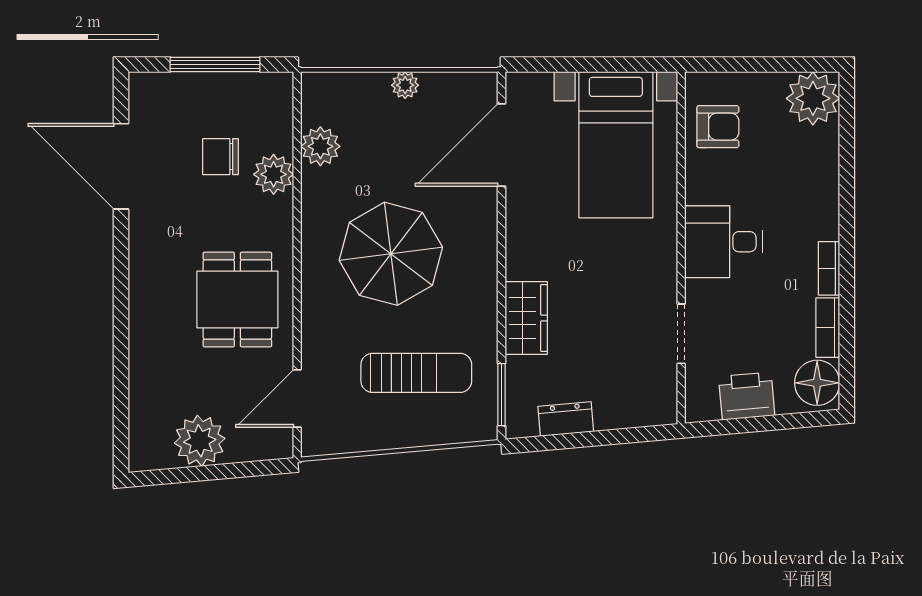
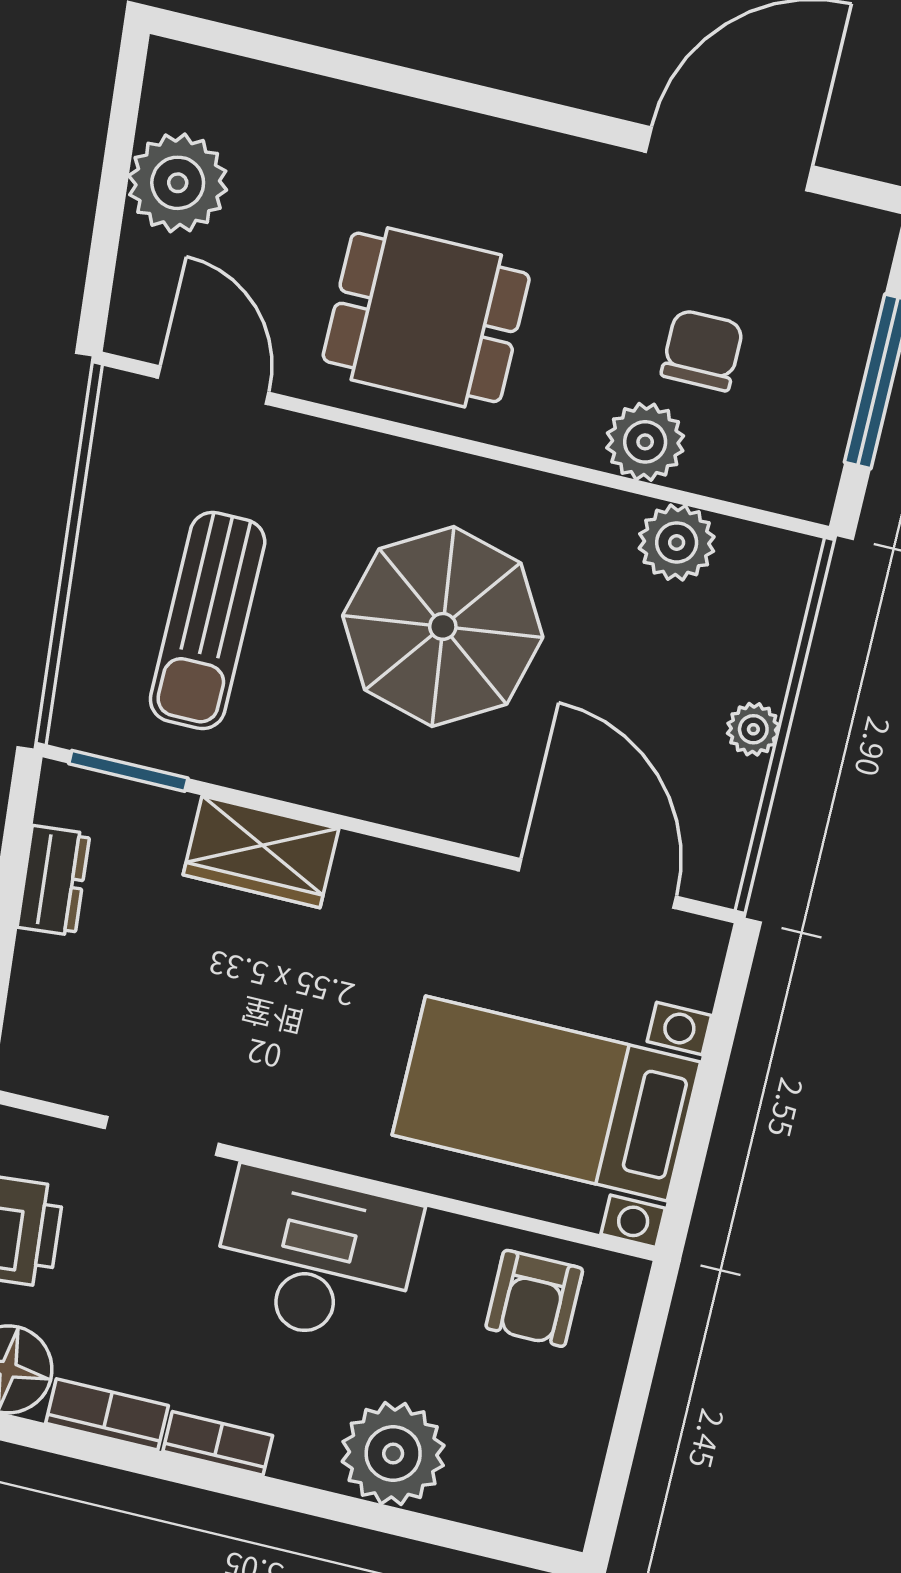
plant: (813, 98) -> (393, 1454), moved
desk: (723, 242) -> (315, 1257), width x1.37

